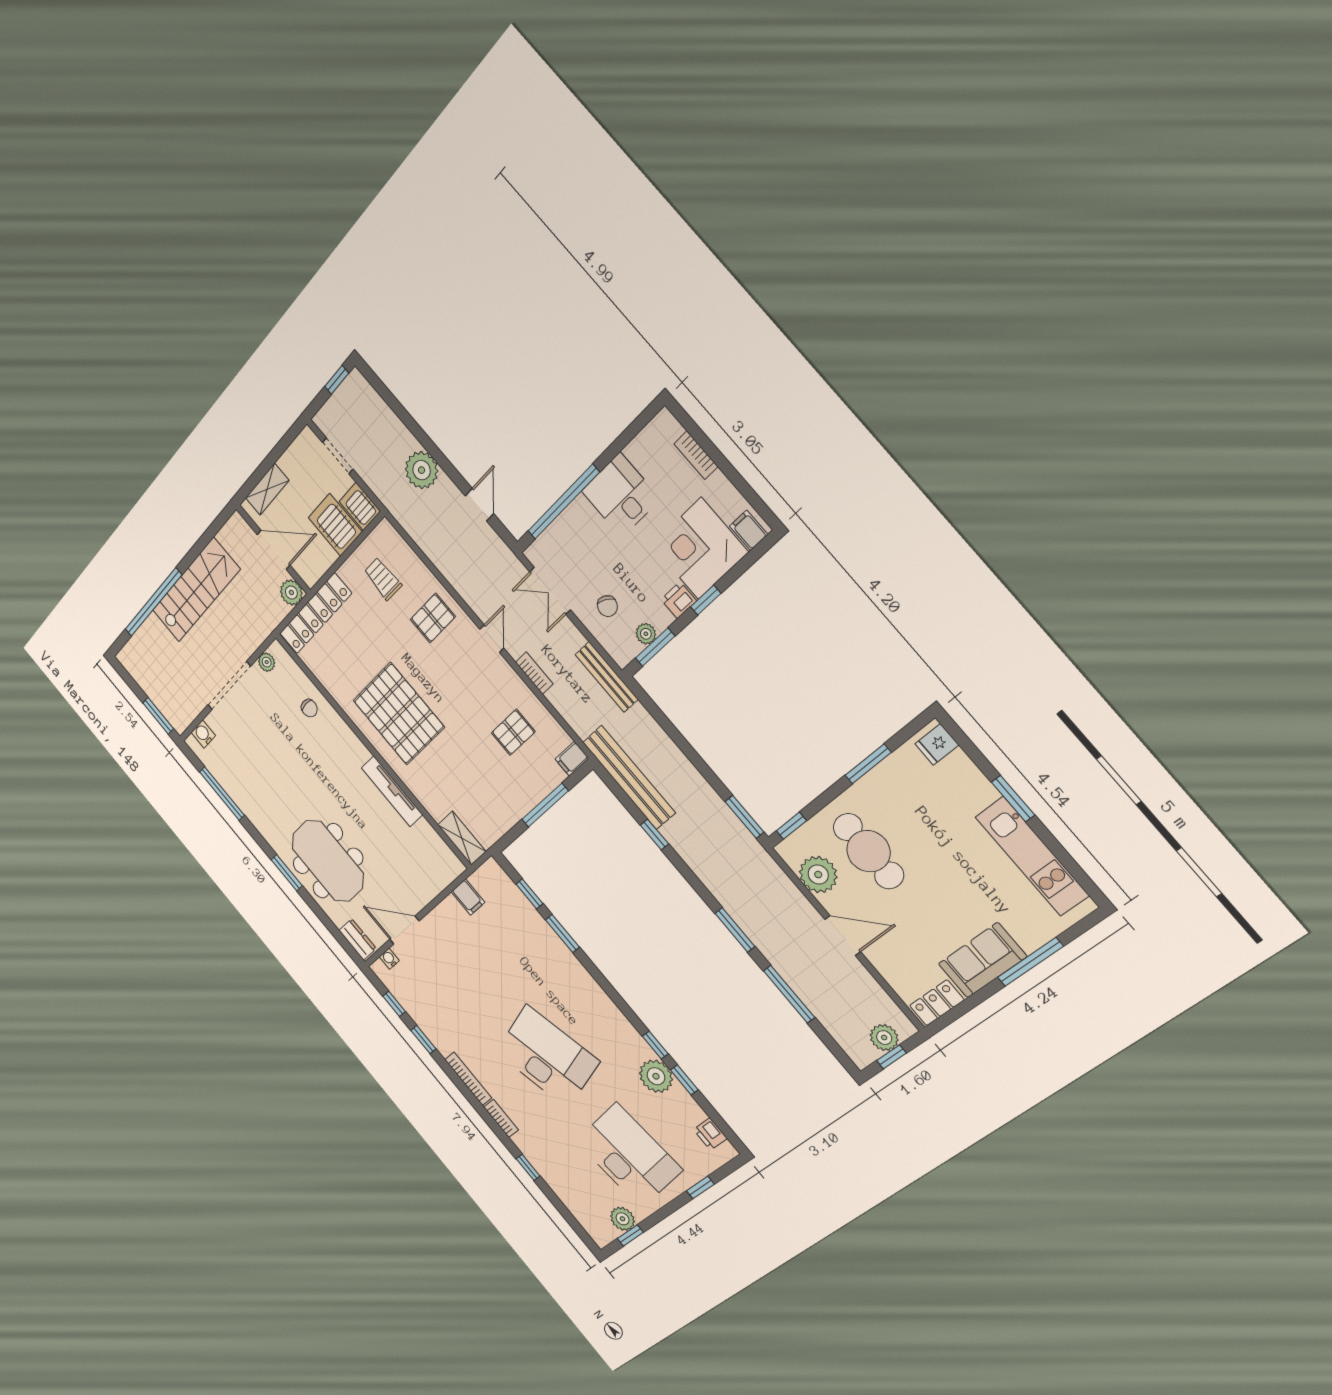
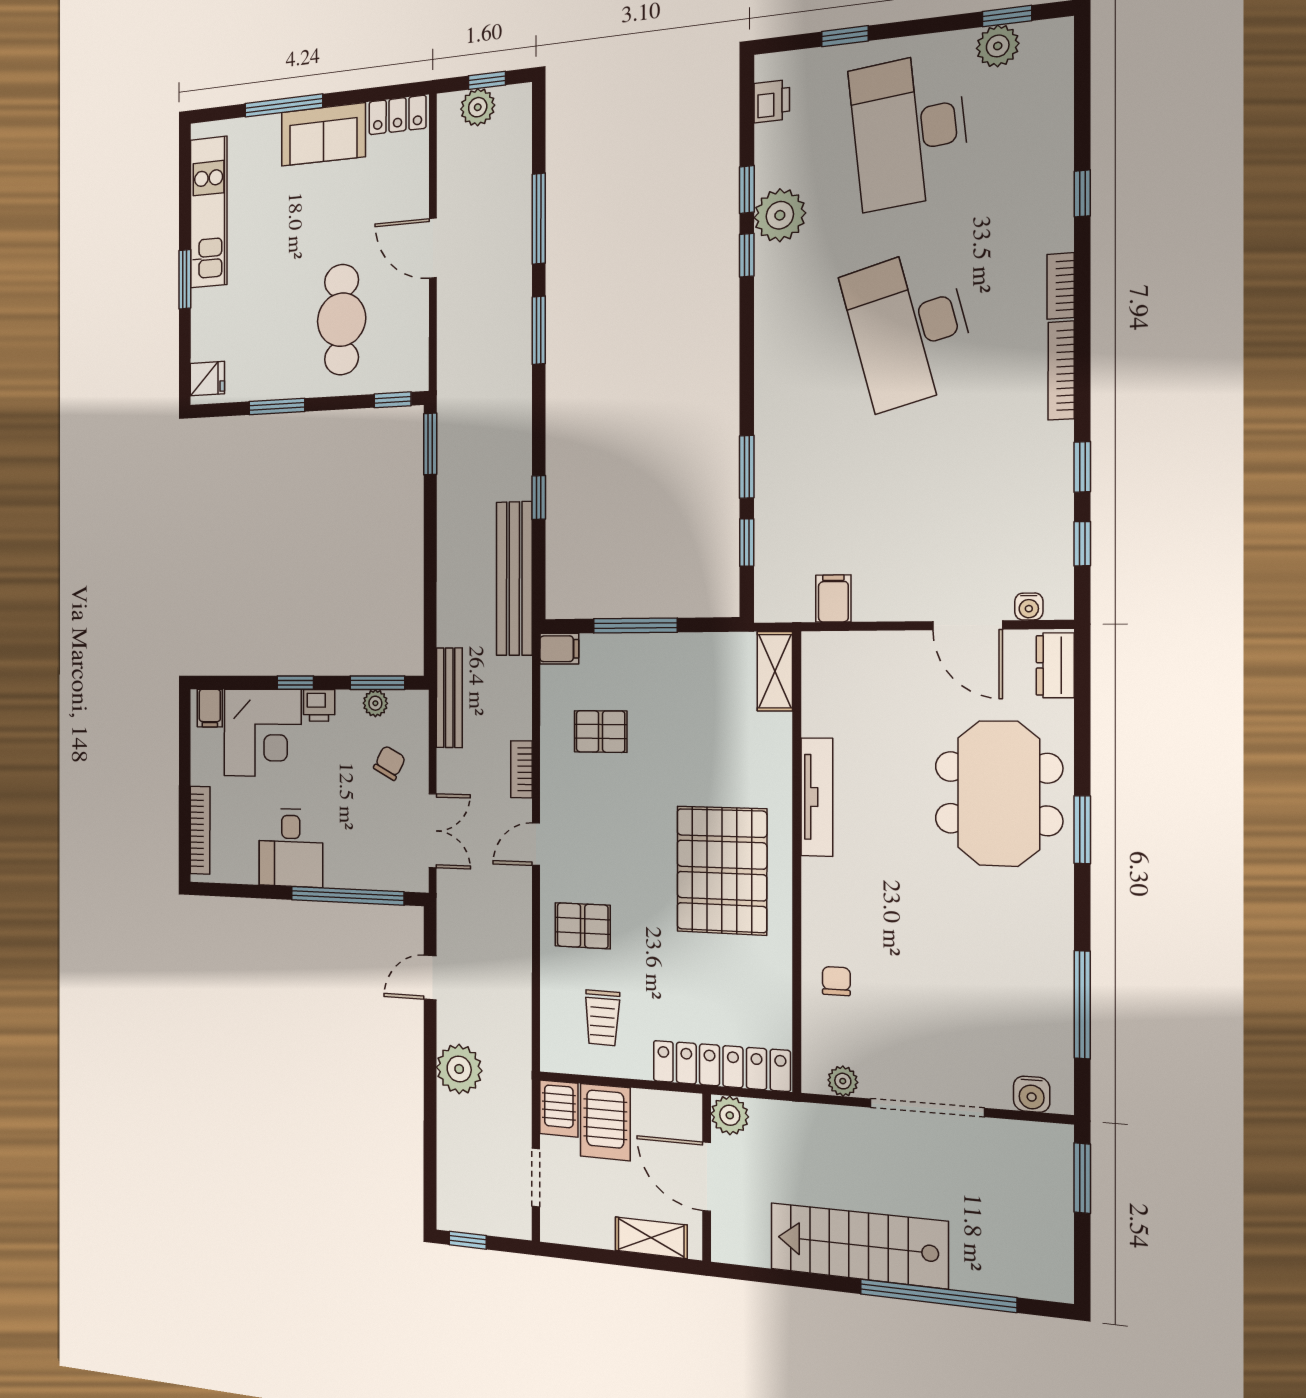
bookcase: (696, 455) -> (200, 830), width x1.56
plant: (818, 875) -> (406, 330), removed

